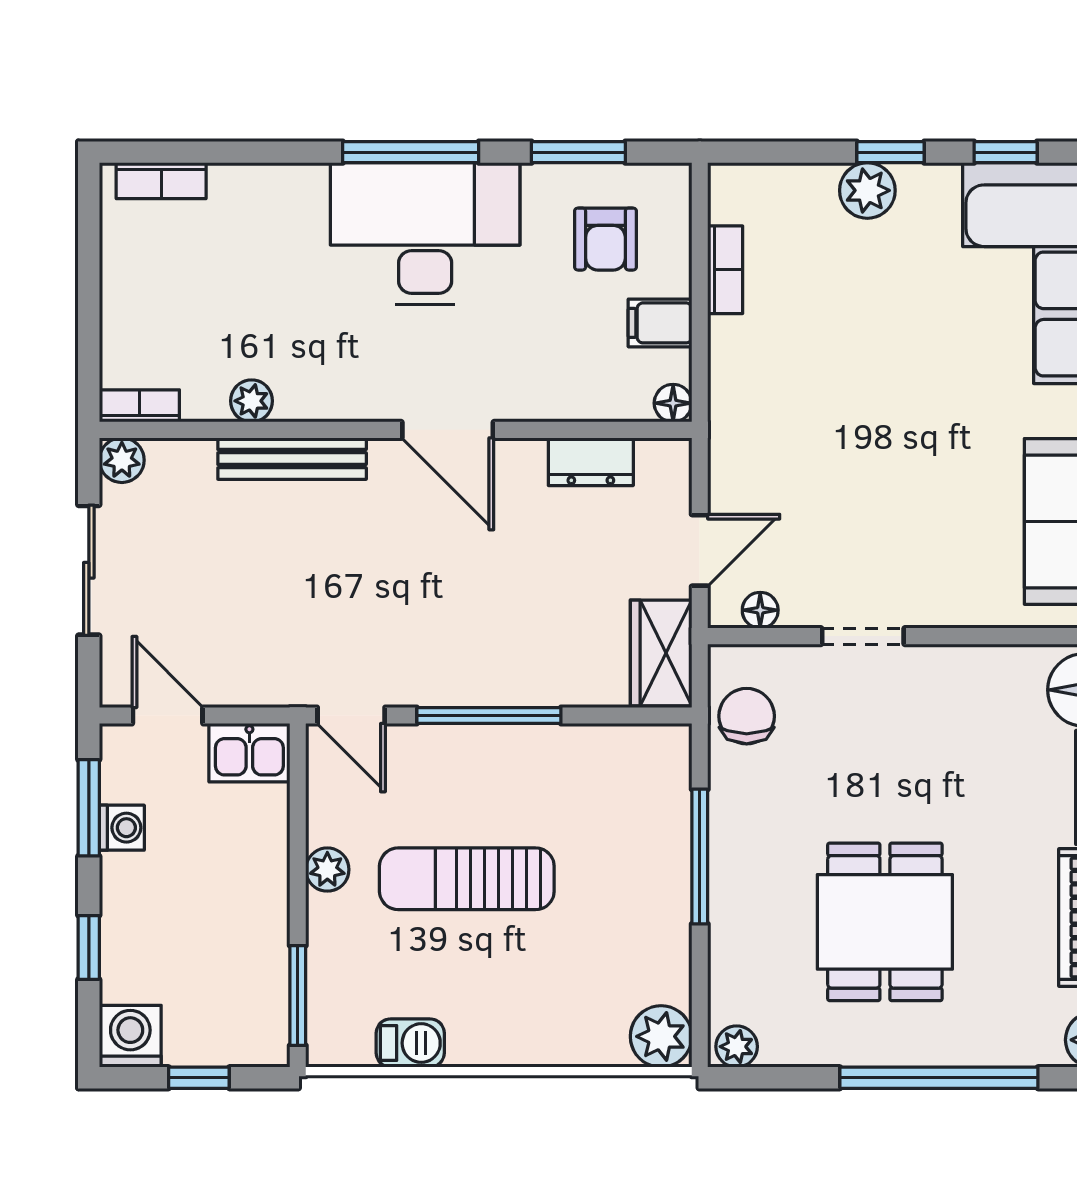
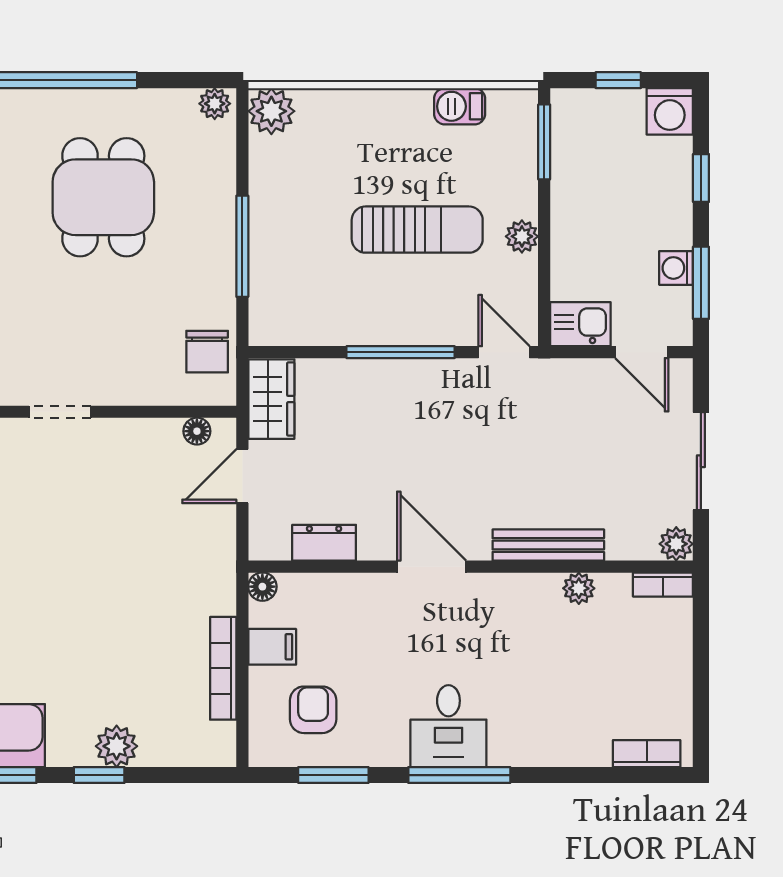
desk: (425, 234) -> (448, 726), width x0.53, depth x0.77
bookcase: (725, 270) -> (223, 668), width x1.56
doorway: (863, 636) -> (60, 412), moved

